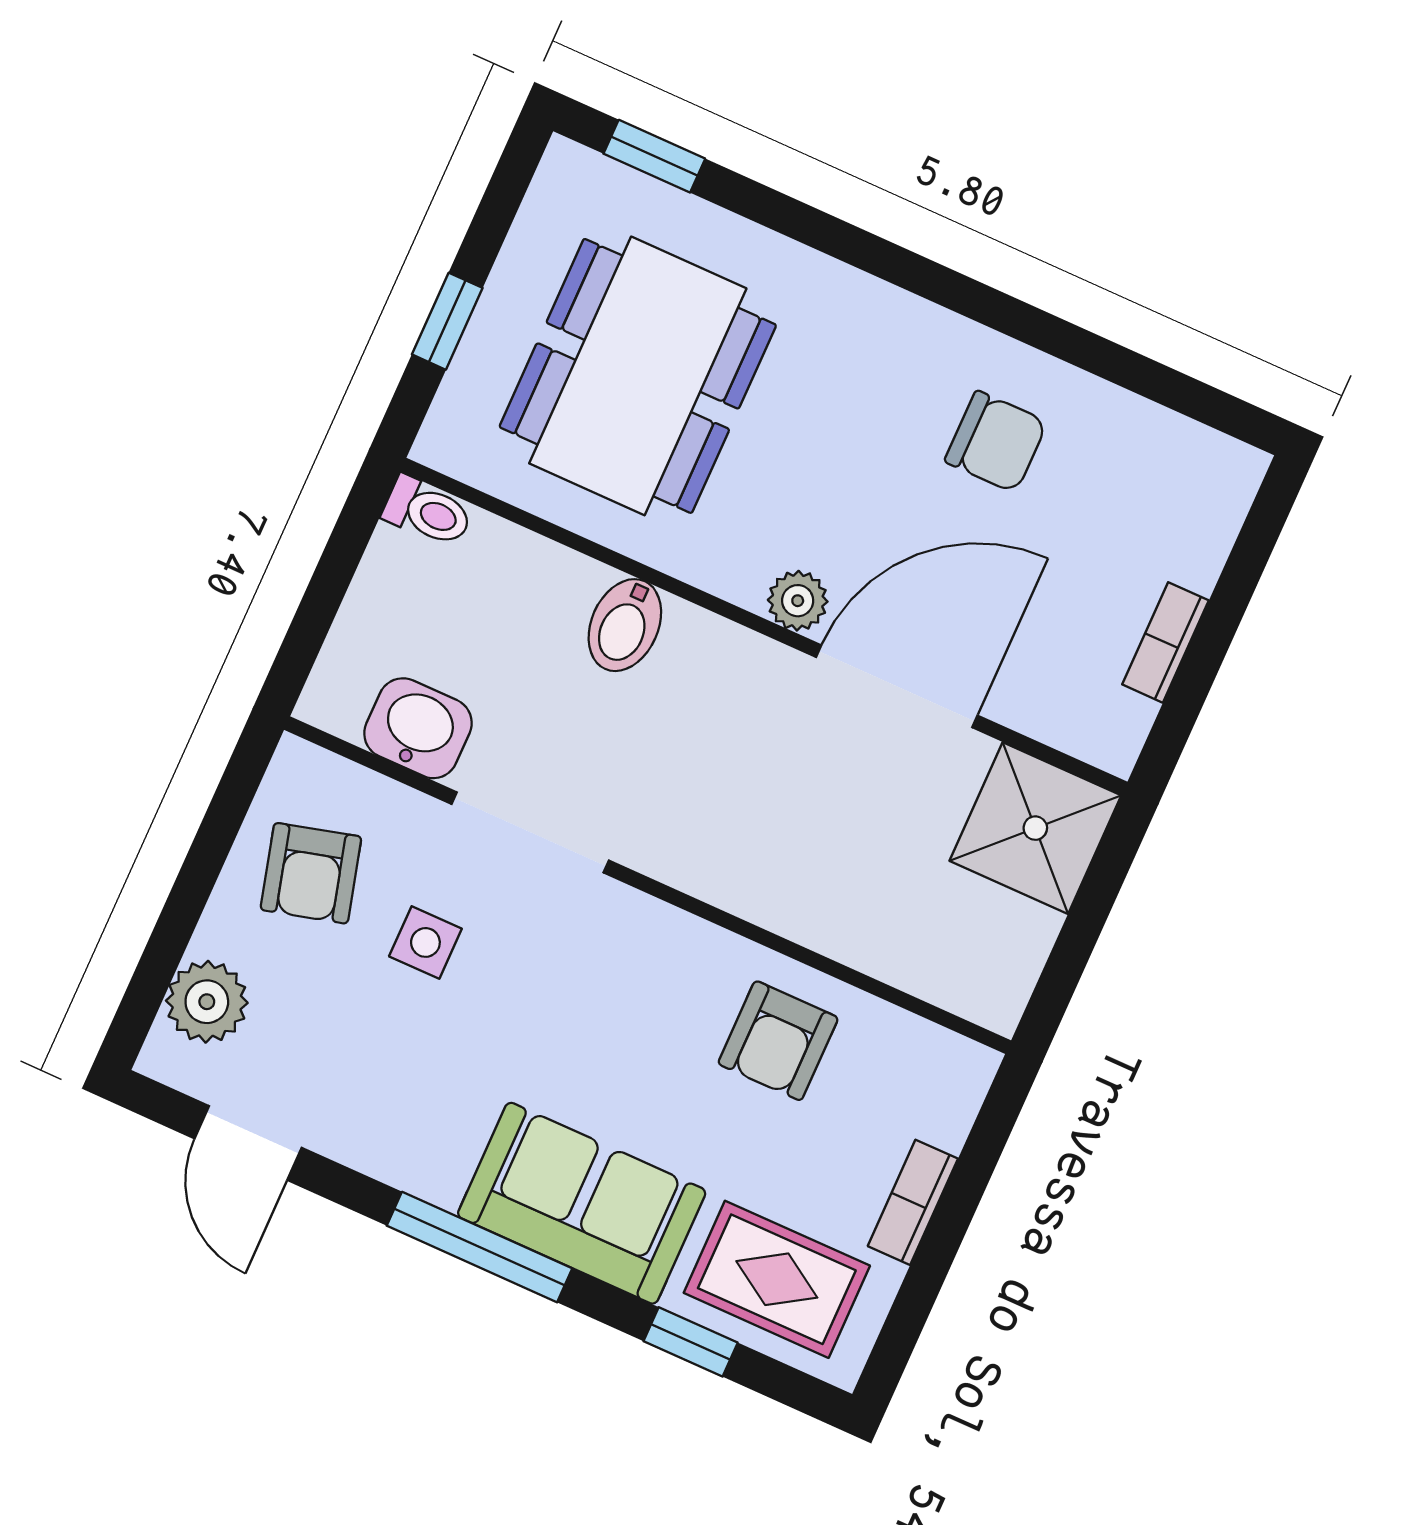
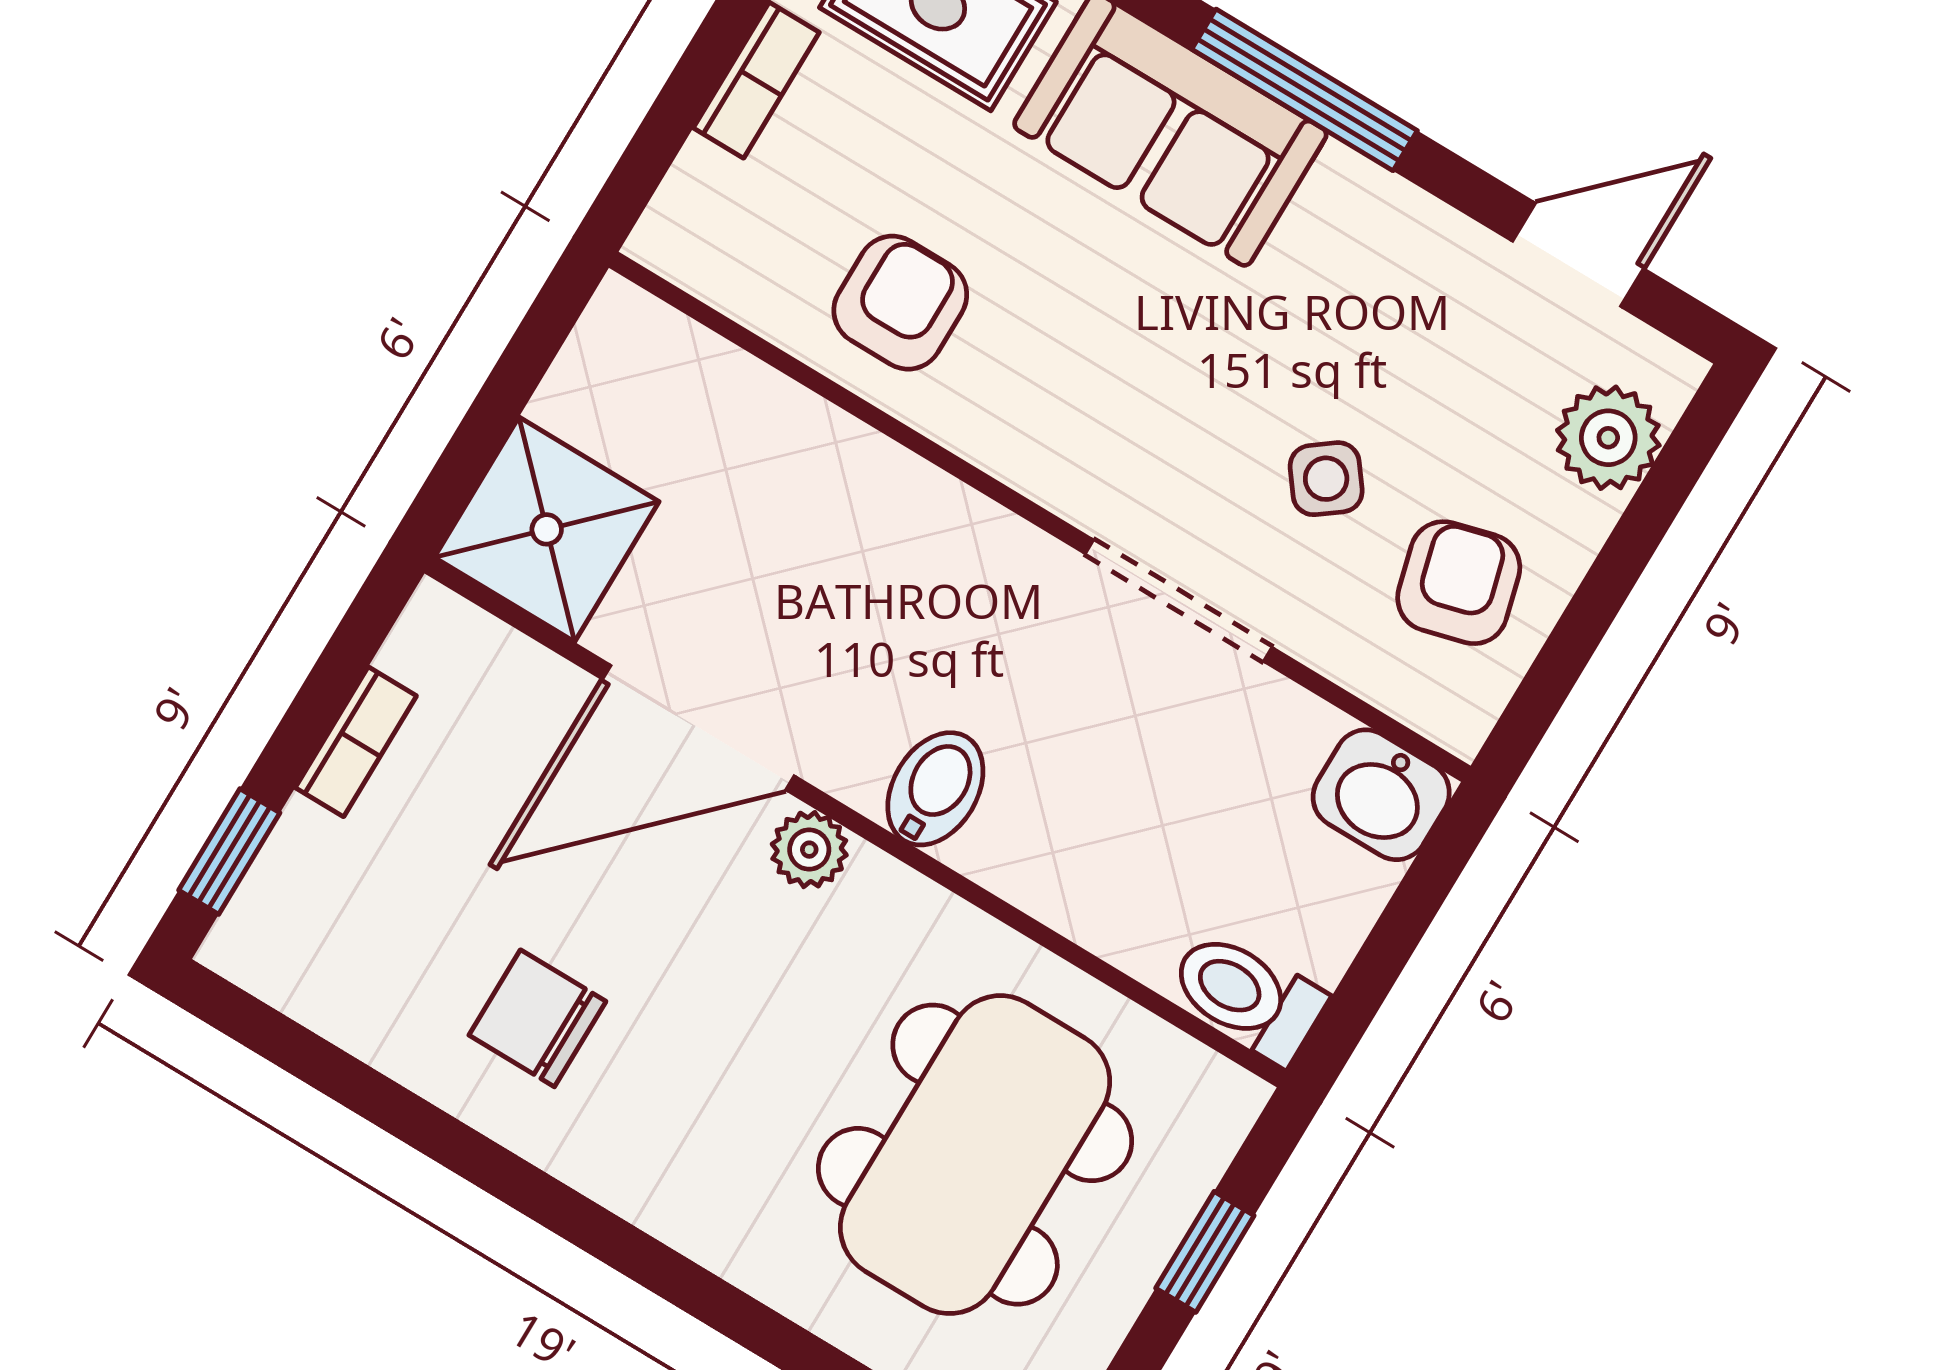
toilet: (428, 512) -> (1247, 996), width x1.37, depth x1.39
window: (1255, 544) -> (229, 852), added
bidet: (625, 625) -> (935, 789), moved
washbasin: (418, 728) -> (1381, 795), moved
side table: (425, 942) -> (1326, 479), turned -37
door: (248, 1143) -> (1578, 255), hinge flipped

